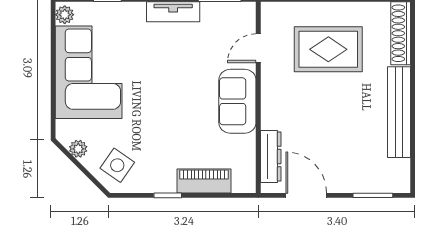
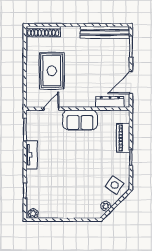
door: (258, 48) -> (51, 109), swing flipped
corner sofa: (89, 72) -> (64, 201), removed
bench: (399, 112) -> (105, 32), moved

